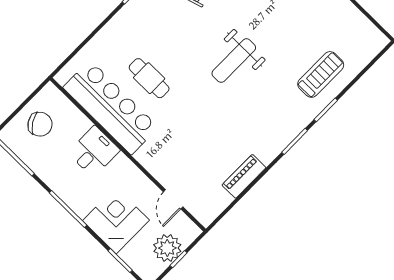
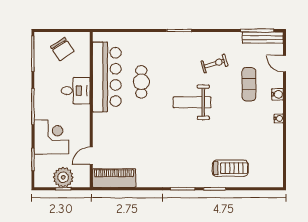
weight bench: (234, 61) -> (192, 102), moved
piano: (244, 176) -> (114, 178), moved, width x1.37, depth x1.33

